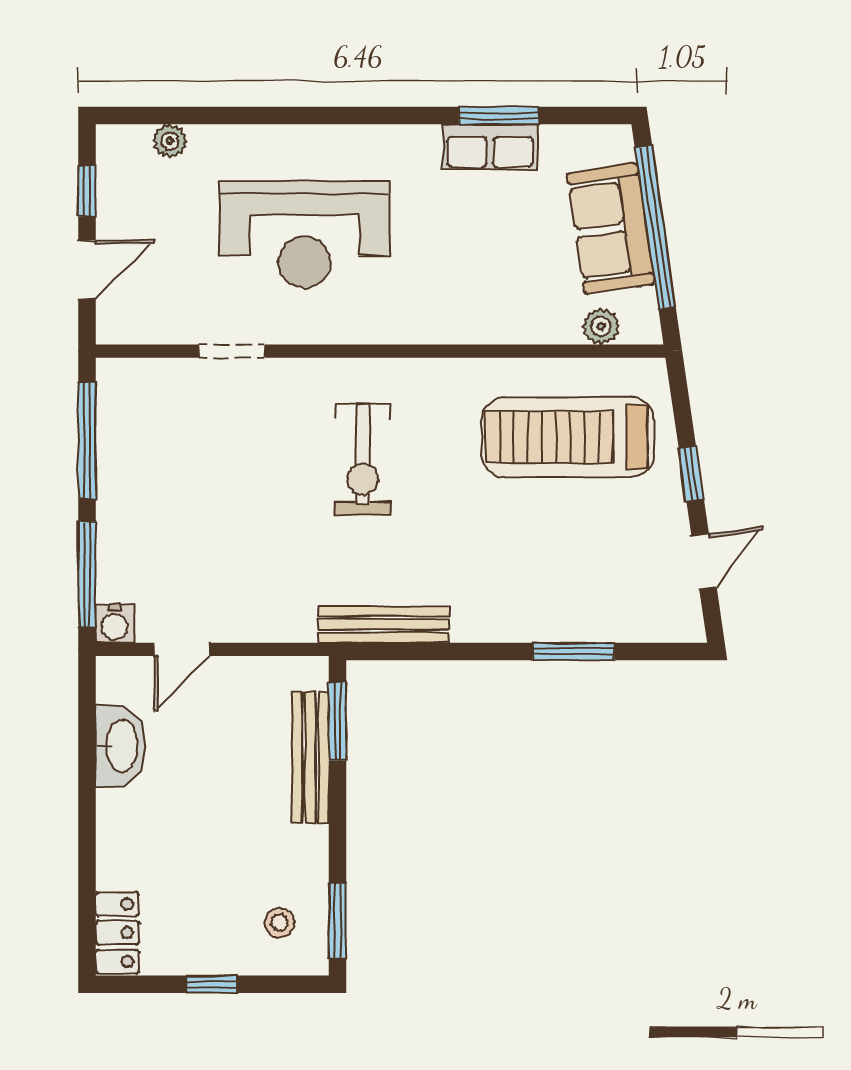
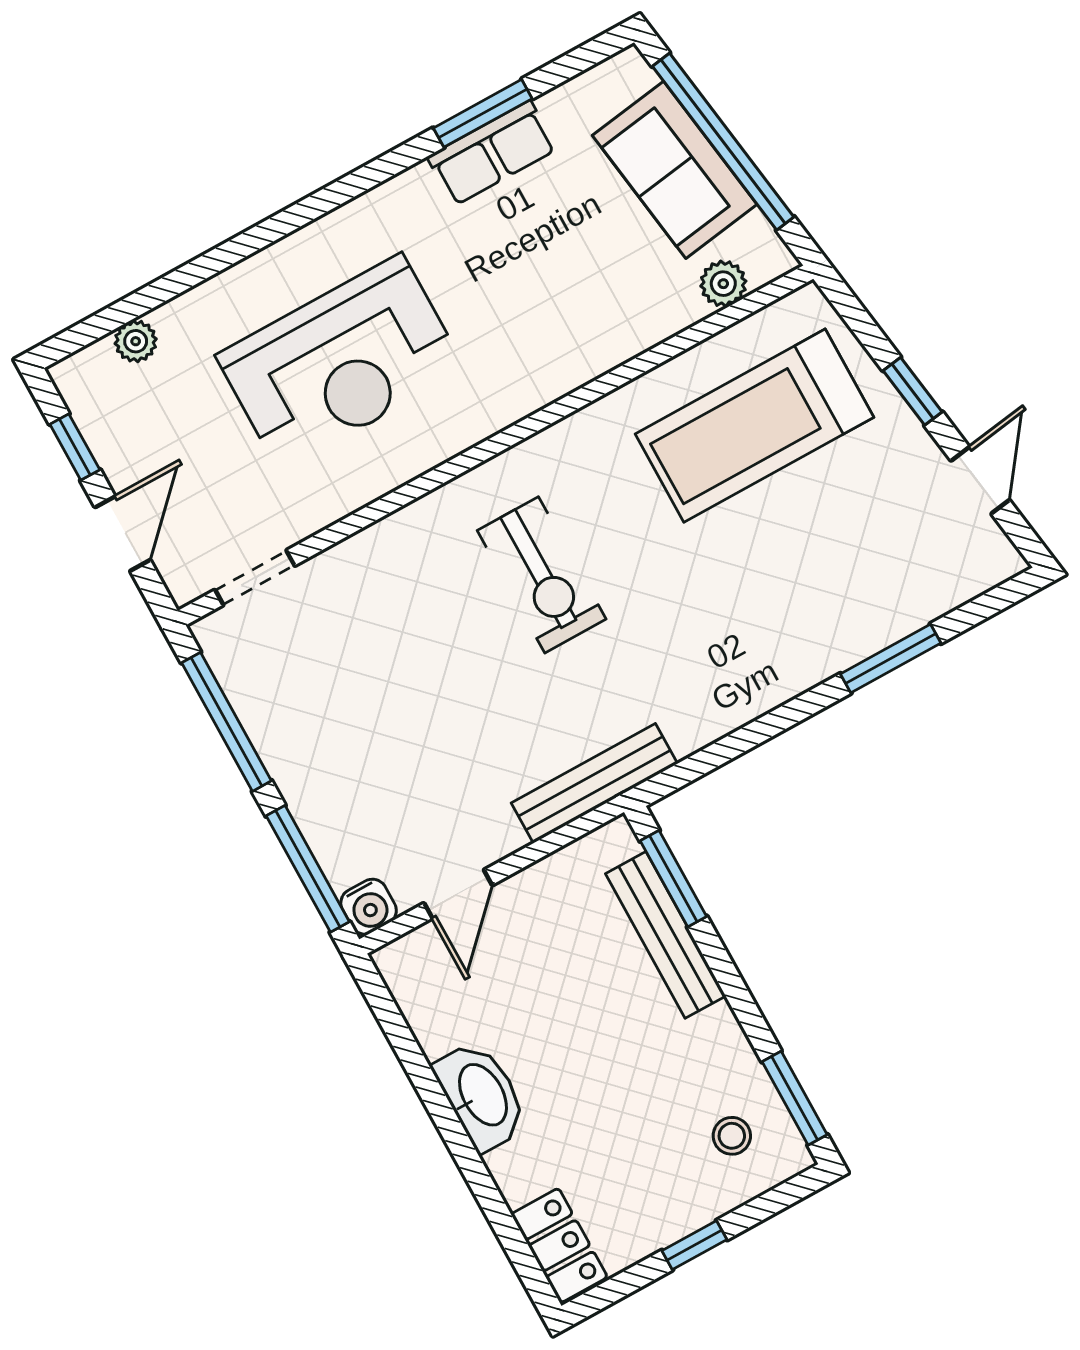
doorway: (232, 351) -> (255, 578), moved
bench: (384, 625) -> (594, 783), moved
washbasin: (121, 746) -> (481, 1096), moved

